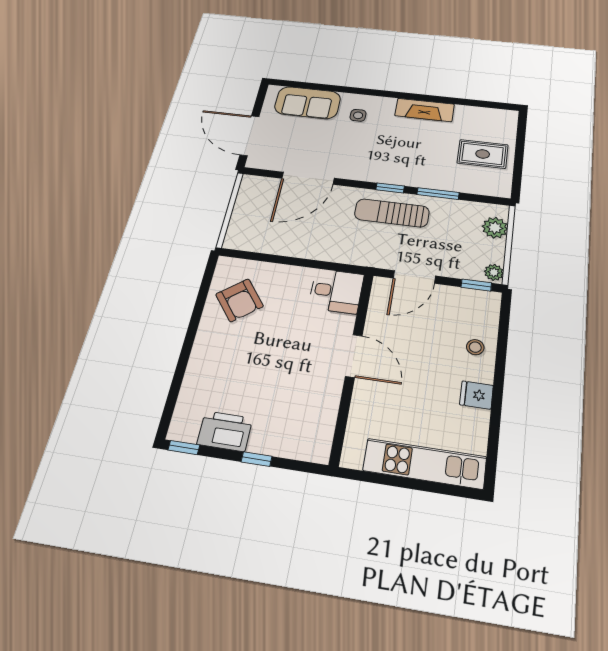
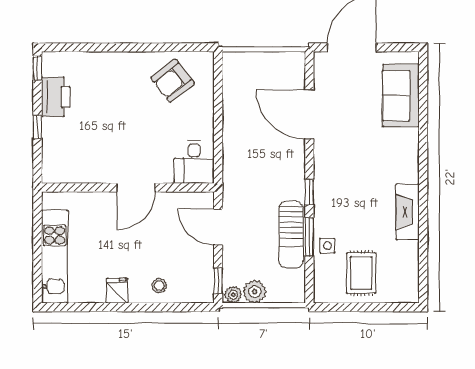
side table: (358, 115) -> (327, 246), moved
sun lounger: (392, 213) -> (291, 234), moved, turned 180
plant: (495, 228) -> (255, 292), moved

